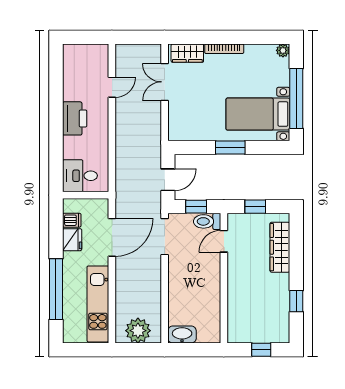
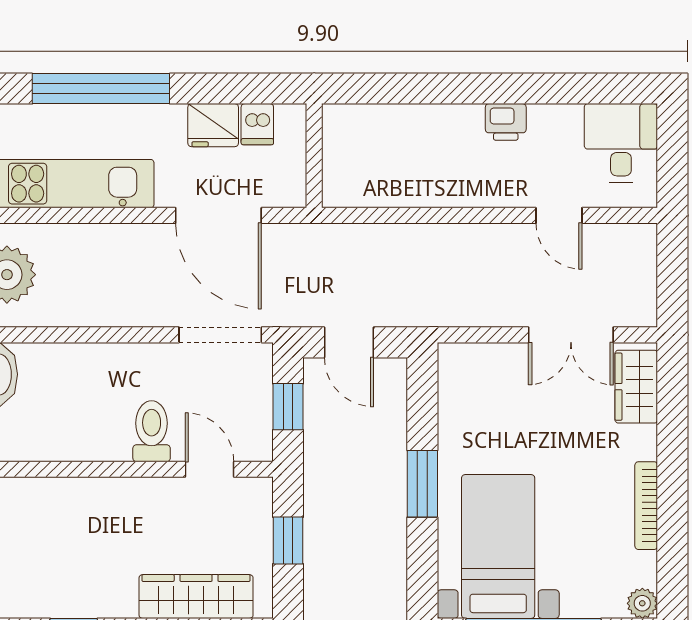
bookcase: (224, 49) -> (646, 506), moved
double door: (165, 82) -> (571, 335), swing flipped
printer: (75, 118) -> (506, 122), width x0.53, depth x0.68
desk: (80, 176) -> (621, 143), moved
toilet: (207, 221) -> (152, 431), moved

